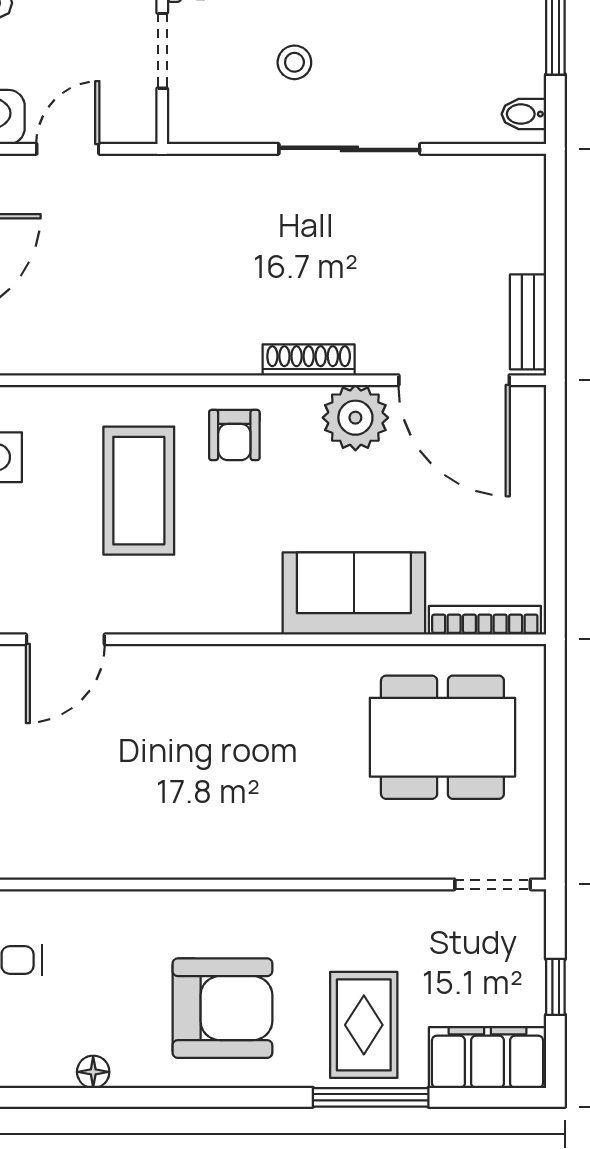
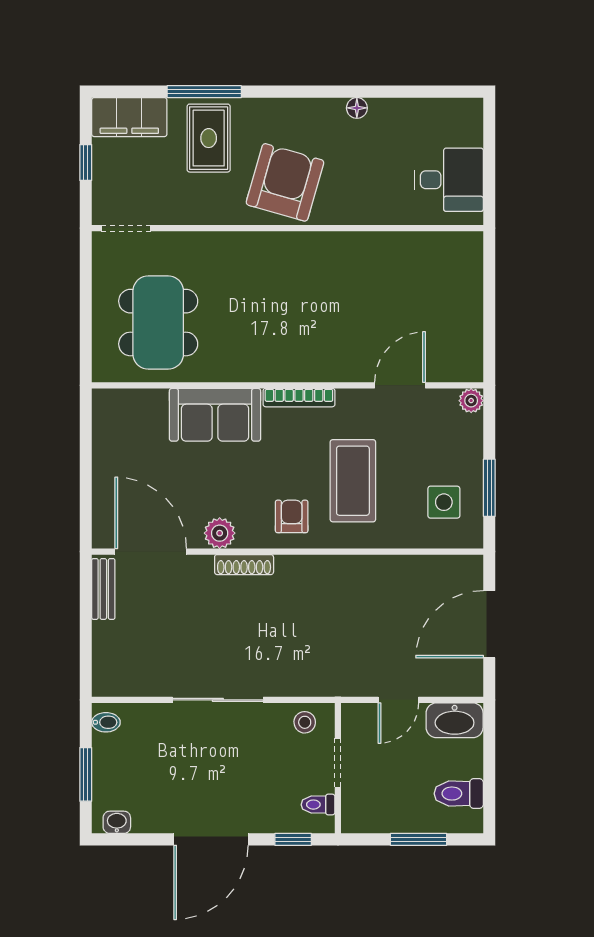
stool: (294, 62) -> (305, 722), moved
plant: (355, 418) -> (220, 533), width x0.73, depth x0.73
bookcase: (485, 620) -> (299, 398), moved
dining table: (442, 737) -> (158, 323), turned 90
armchair: (222, 1008) -> (285, 182), moved, turned 106
floor lamp: (93, 1072) -> (357, 108), moved

